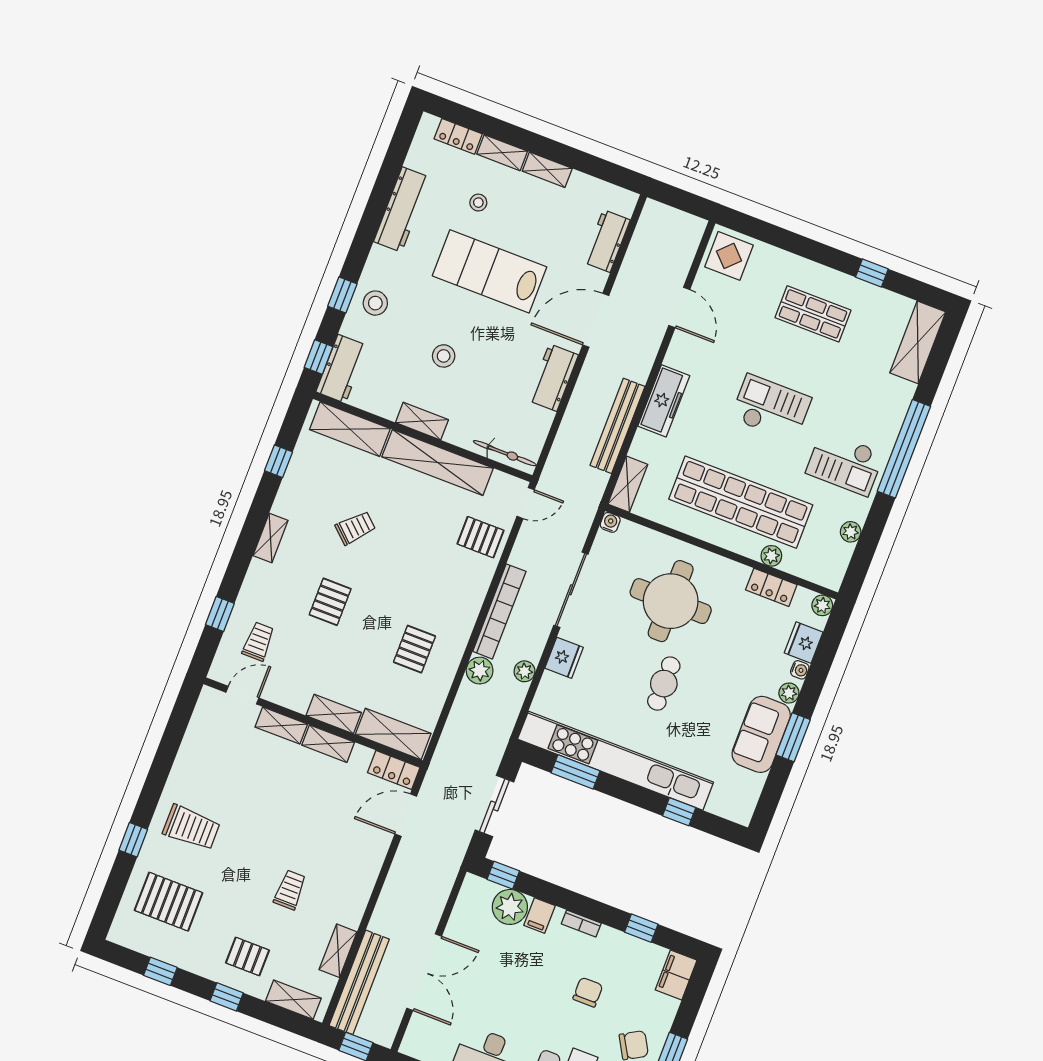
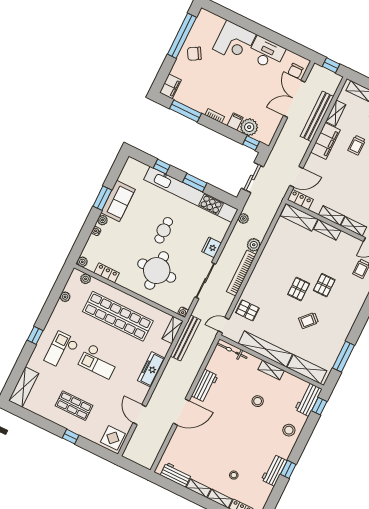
workbench: (402, 209) -> (274, 470), width x0.73
workbench: (607, 241) -> (176, 475), moved, turned -90
lab bench: (490, 271) -> (231, 441), removed
window: (872, 273) -> (71, 437), moved
window: (342, 295) -> (288, 469), moved
bench: (617, 426) -> (186, 338), moved
window: (904, 449) -> (35, 335), width x0.32
window: (278, 461) -> (343, 357), width x2.17
checkout: (845, 463) -> (62, 351), moved, turned -90
shelving: (270, 538) -> (351, 319), removed
plant: (771, 556) -> (86, 279), moved
fridge: (804, 643) -> (93, 244), removed
pallet: (415, 649) -> (299, 289), moved
plant: (525, 671) -> (243, 219), moved
window: (576, 772) -> (195, 183), moved
filing cabinet: (354, 893) -> (325, 141), added
window: (641, 928) -> (186, 111), width x2.17
bench: (359, 982) -> (317, 116), moved
chair: (588, 992) -> (295, 71), moved

